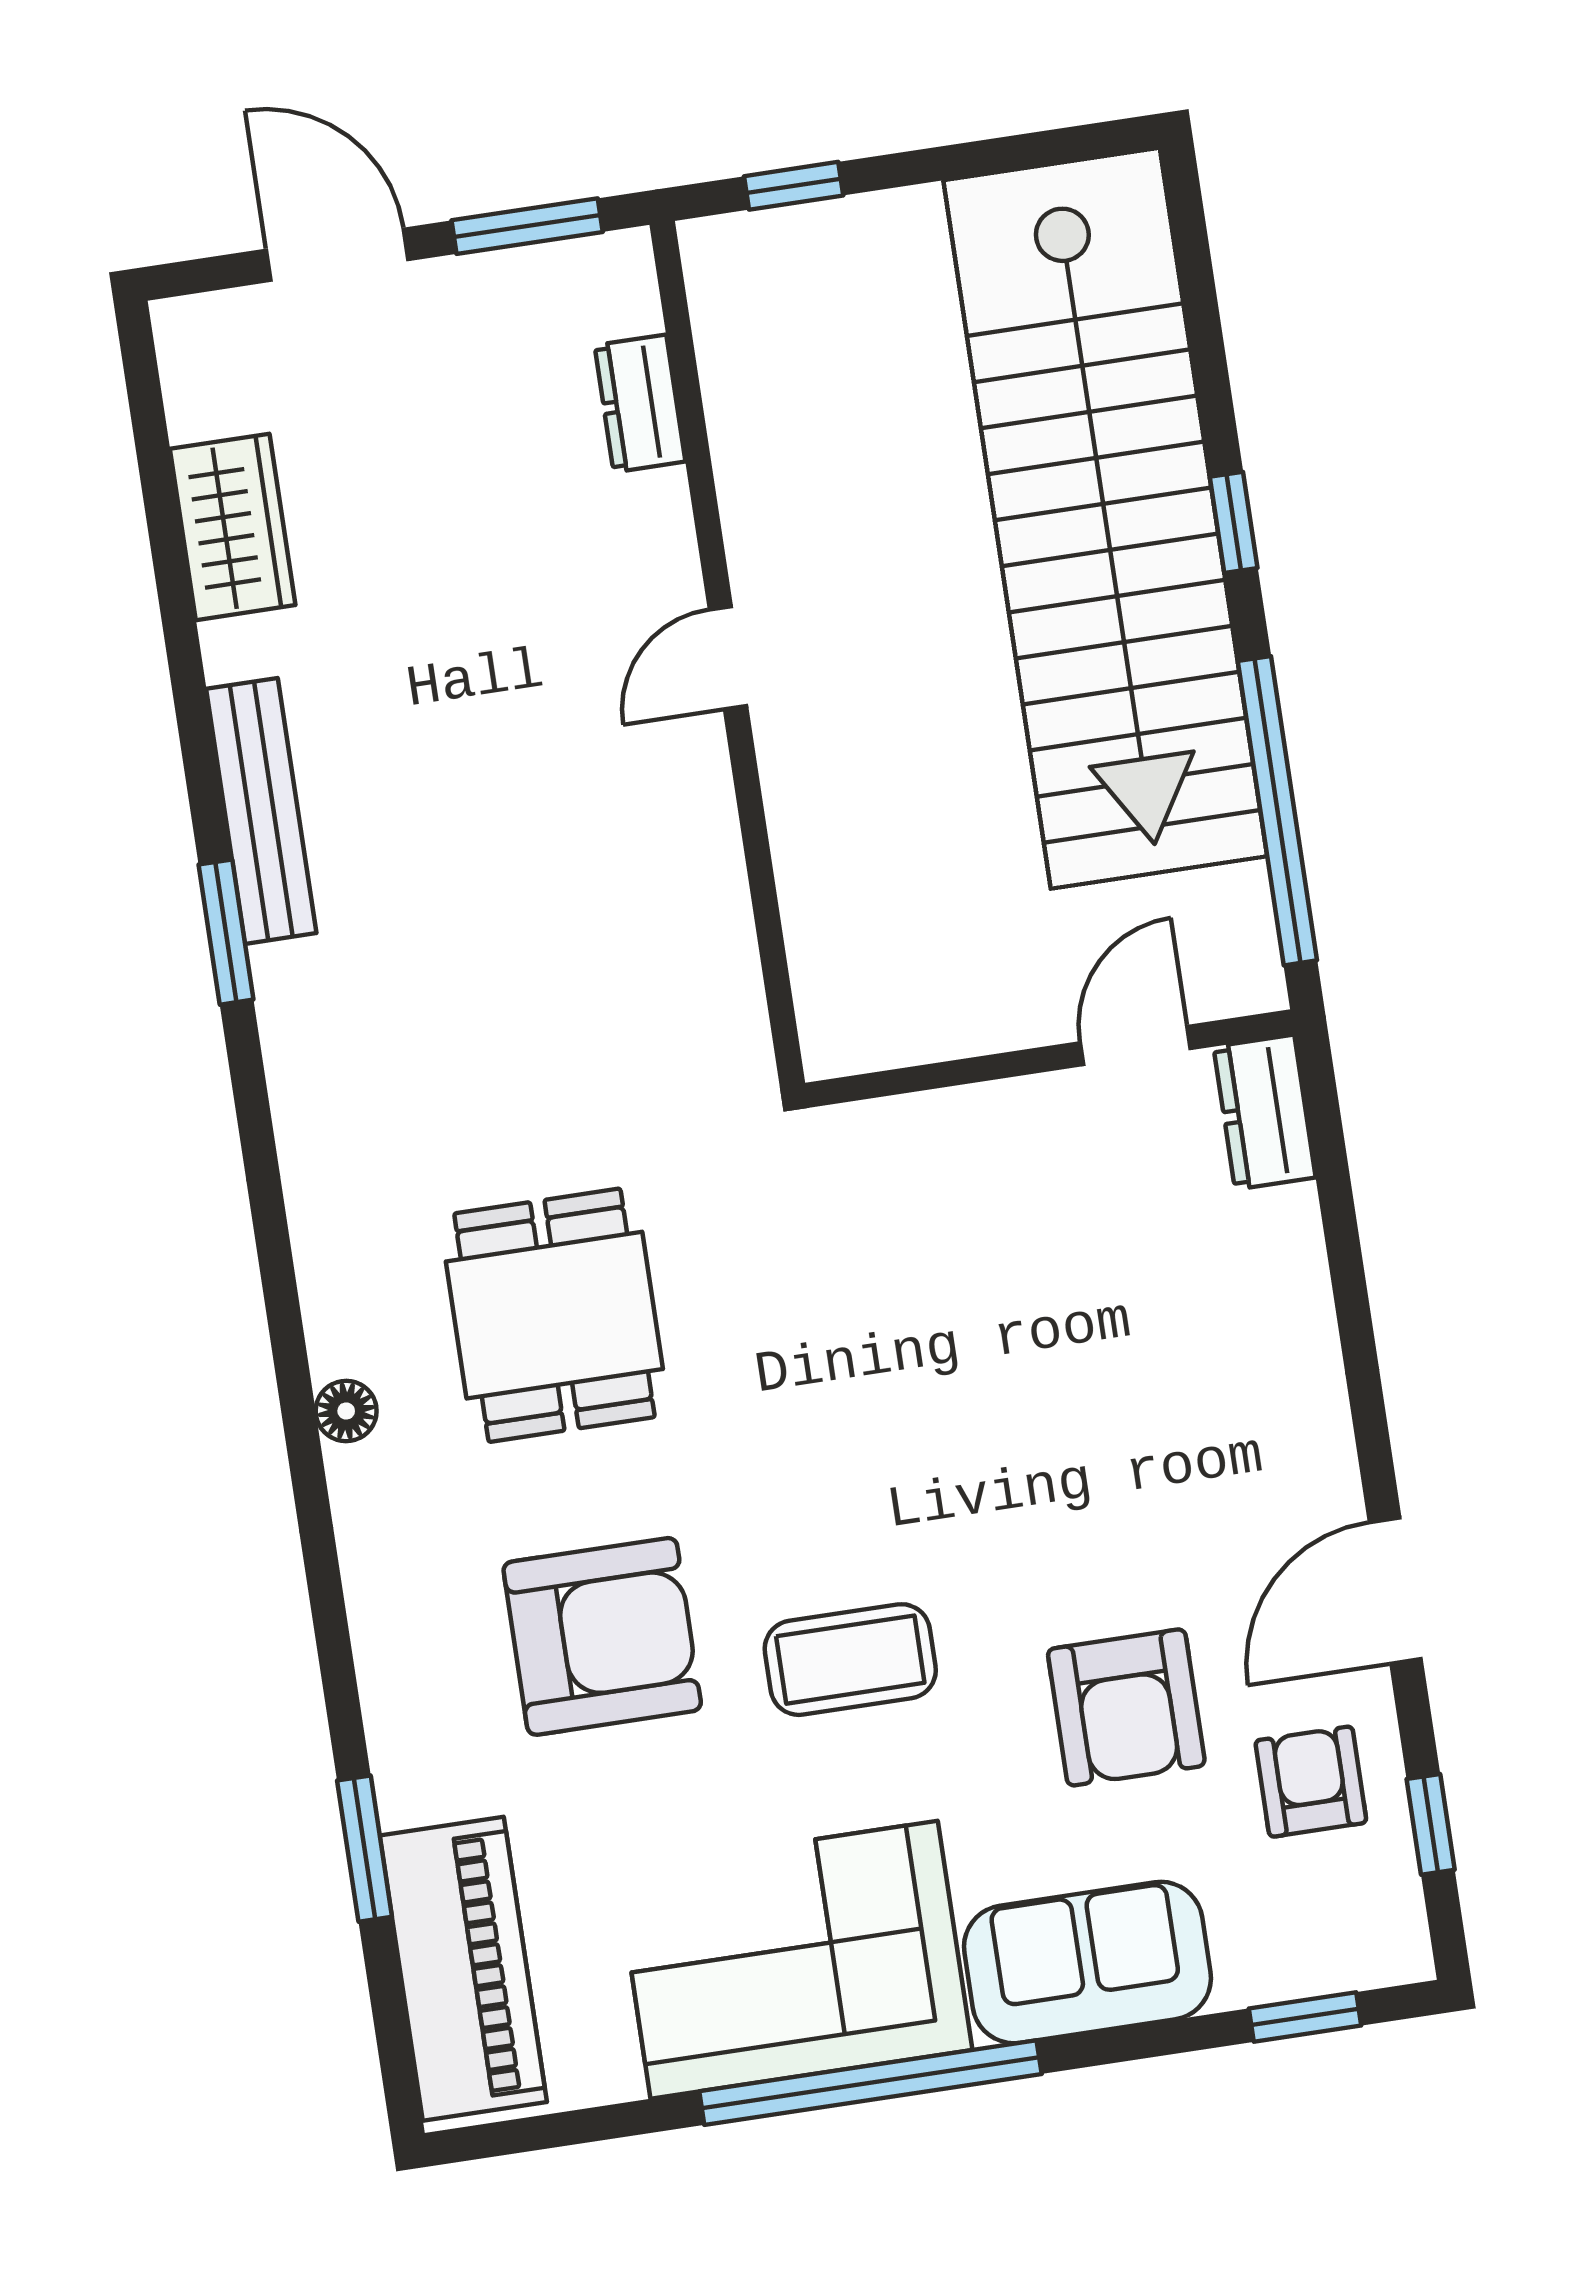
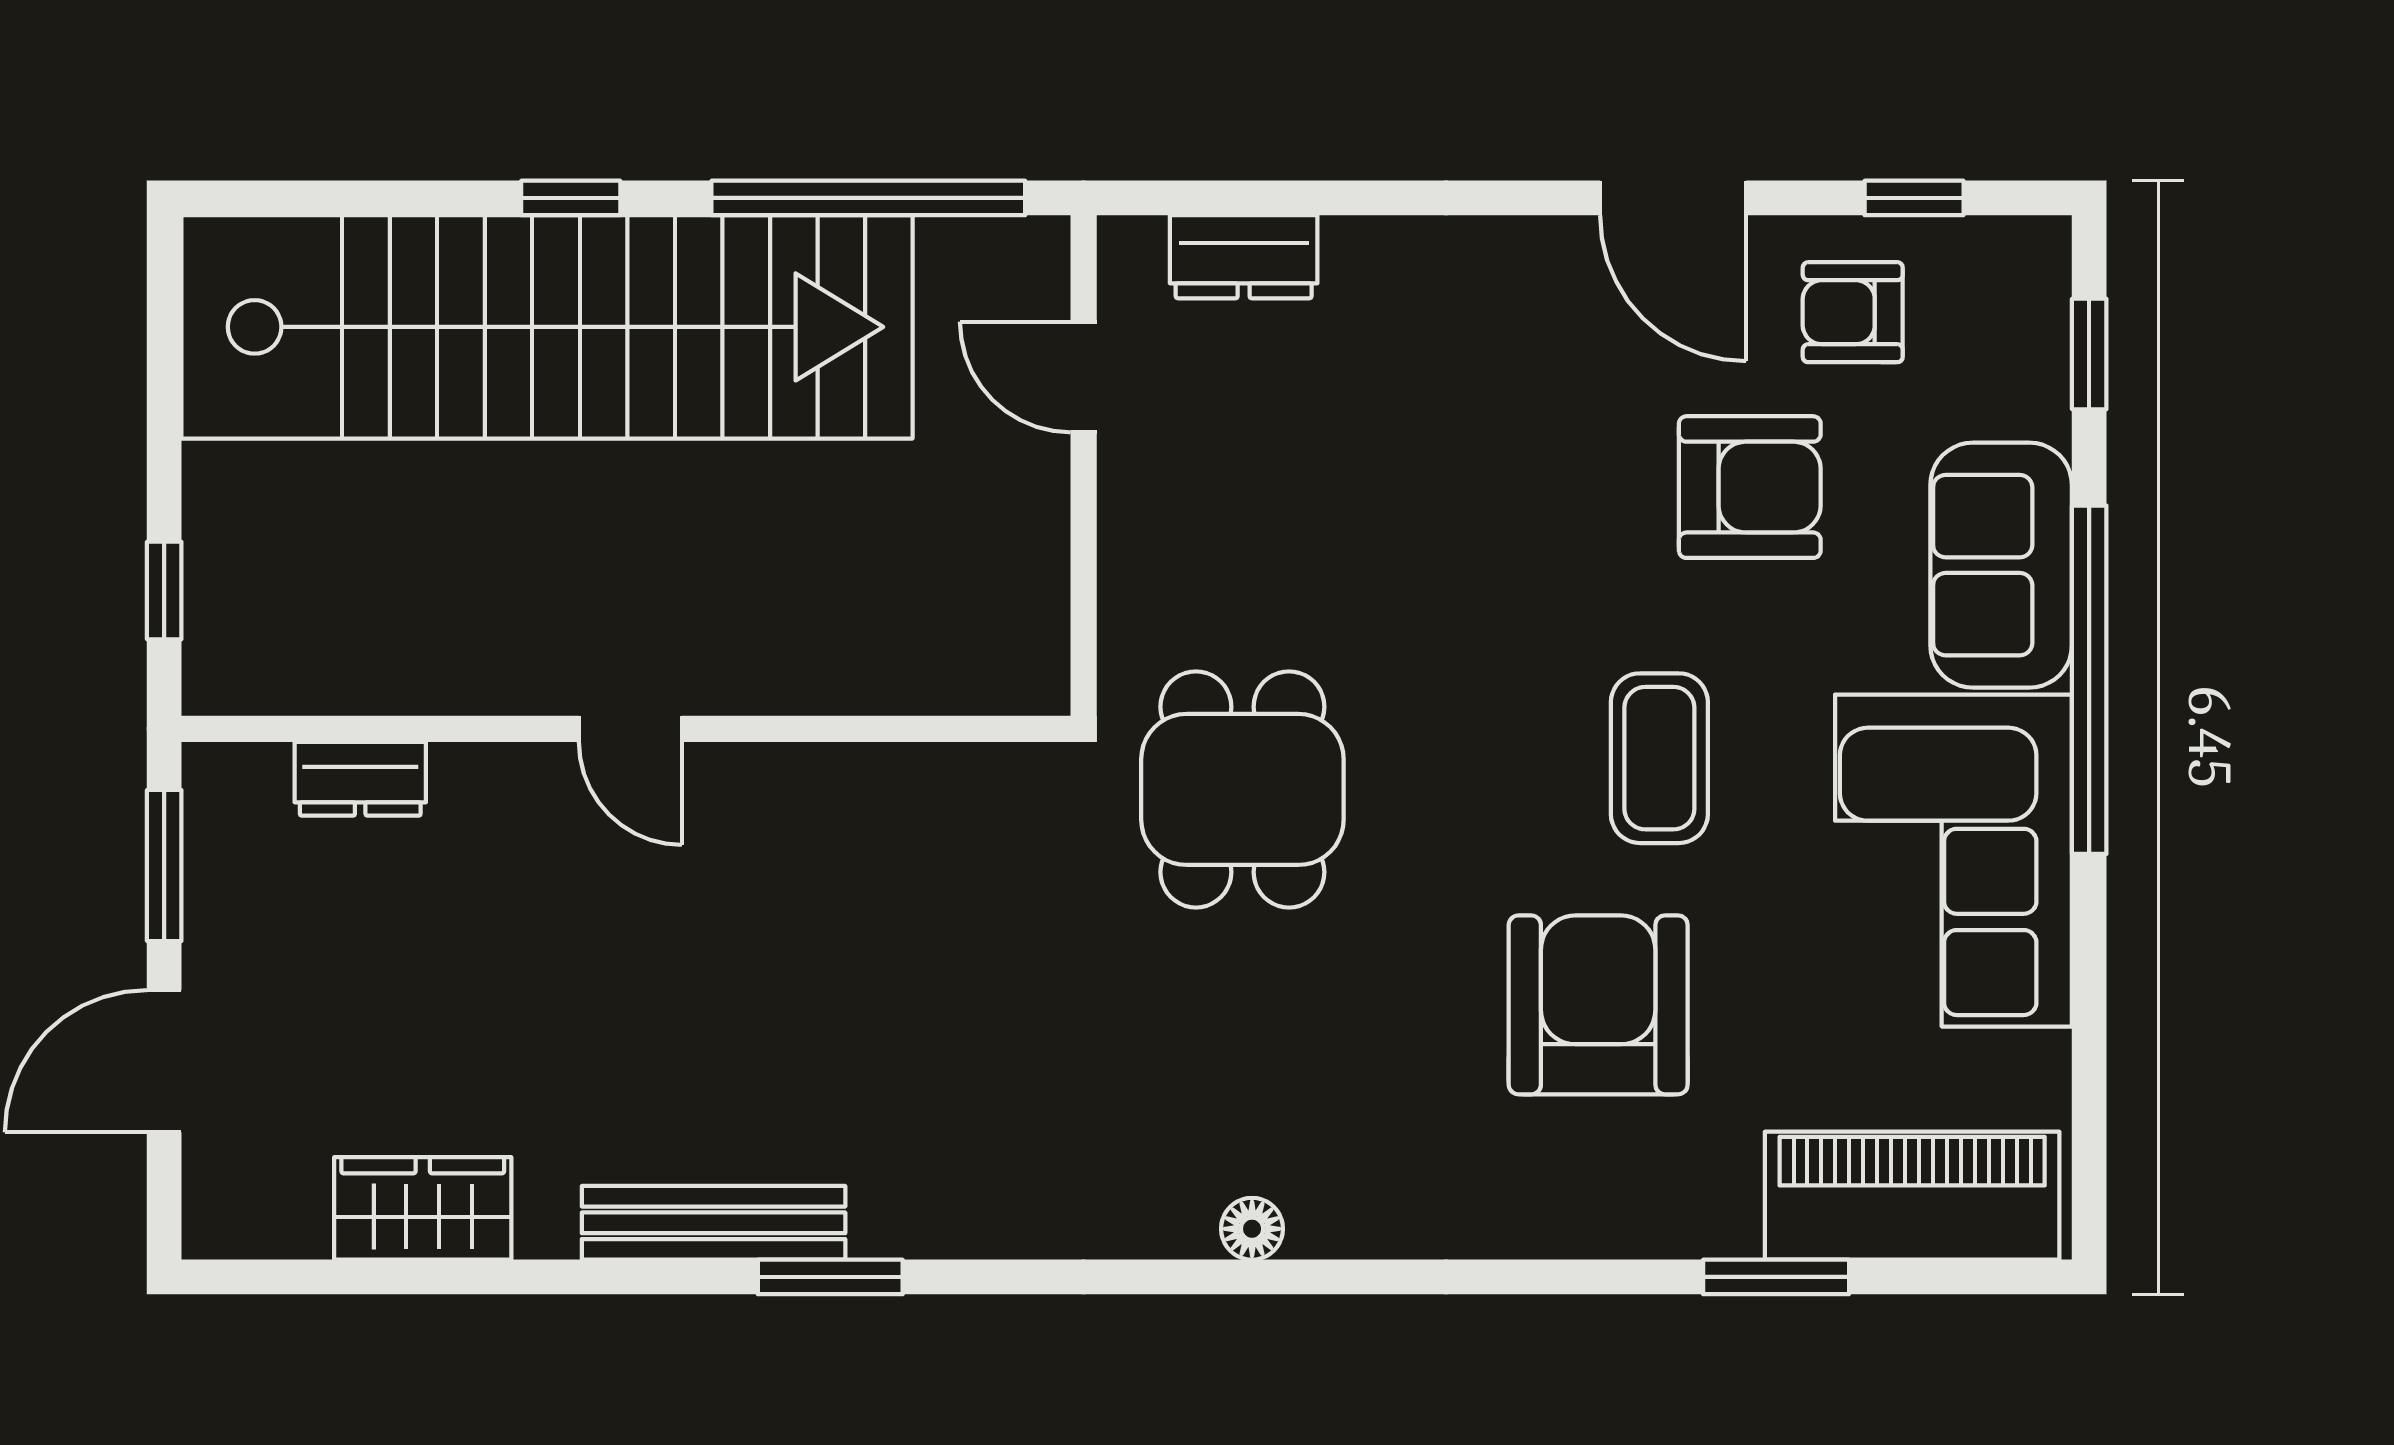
dresser: (1265, 1112) -> (1244, 257), moved
dining table: (554, 1315) -> (1242, 789), moved, turned 90
floor lamp: (346, 1411) -> (1252, 1229), moved
window: (870, 2083) -> (2089, 680), moved

